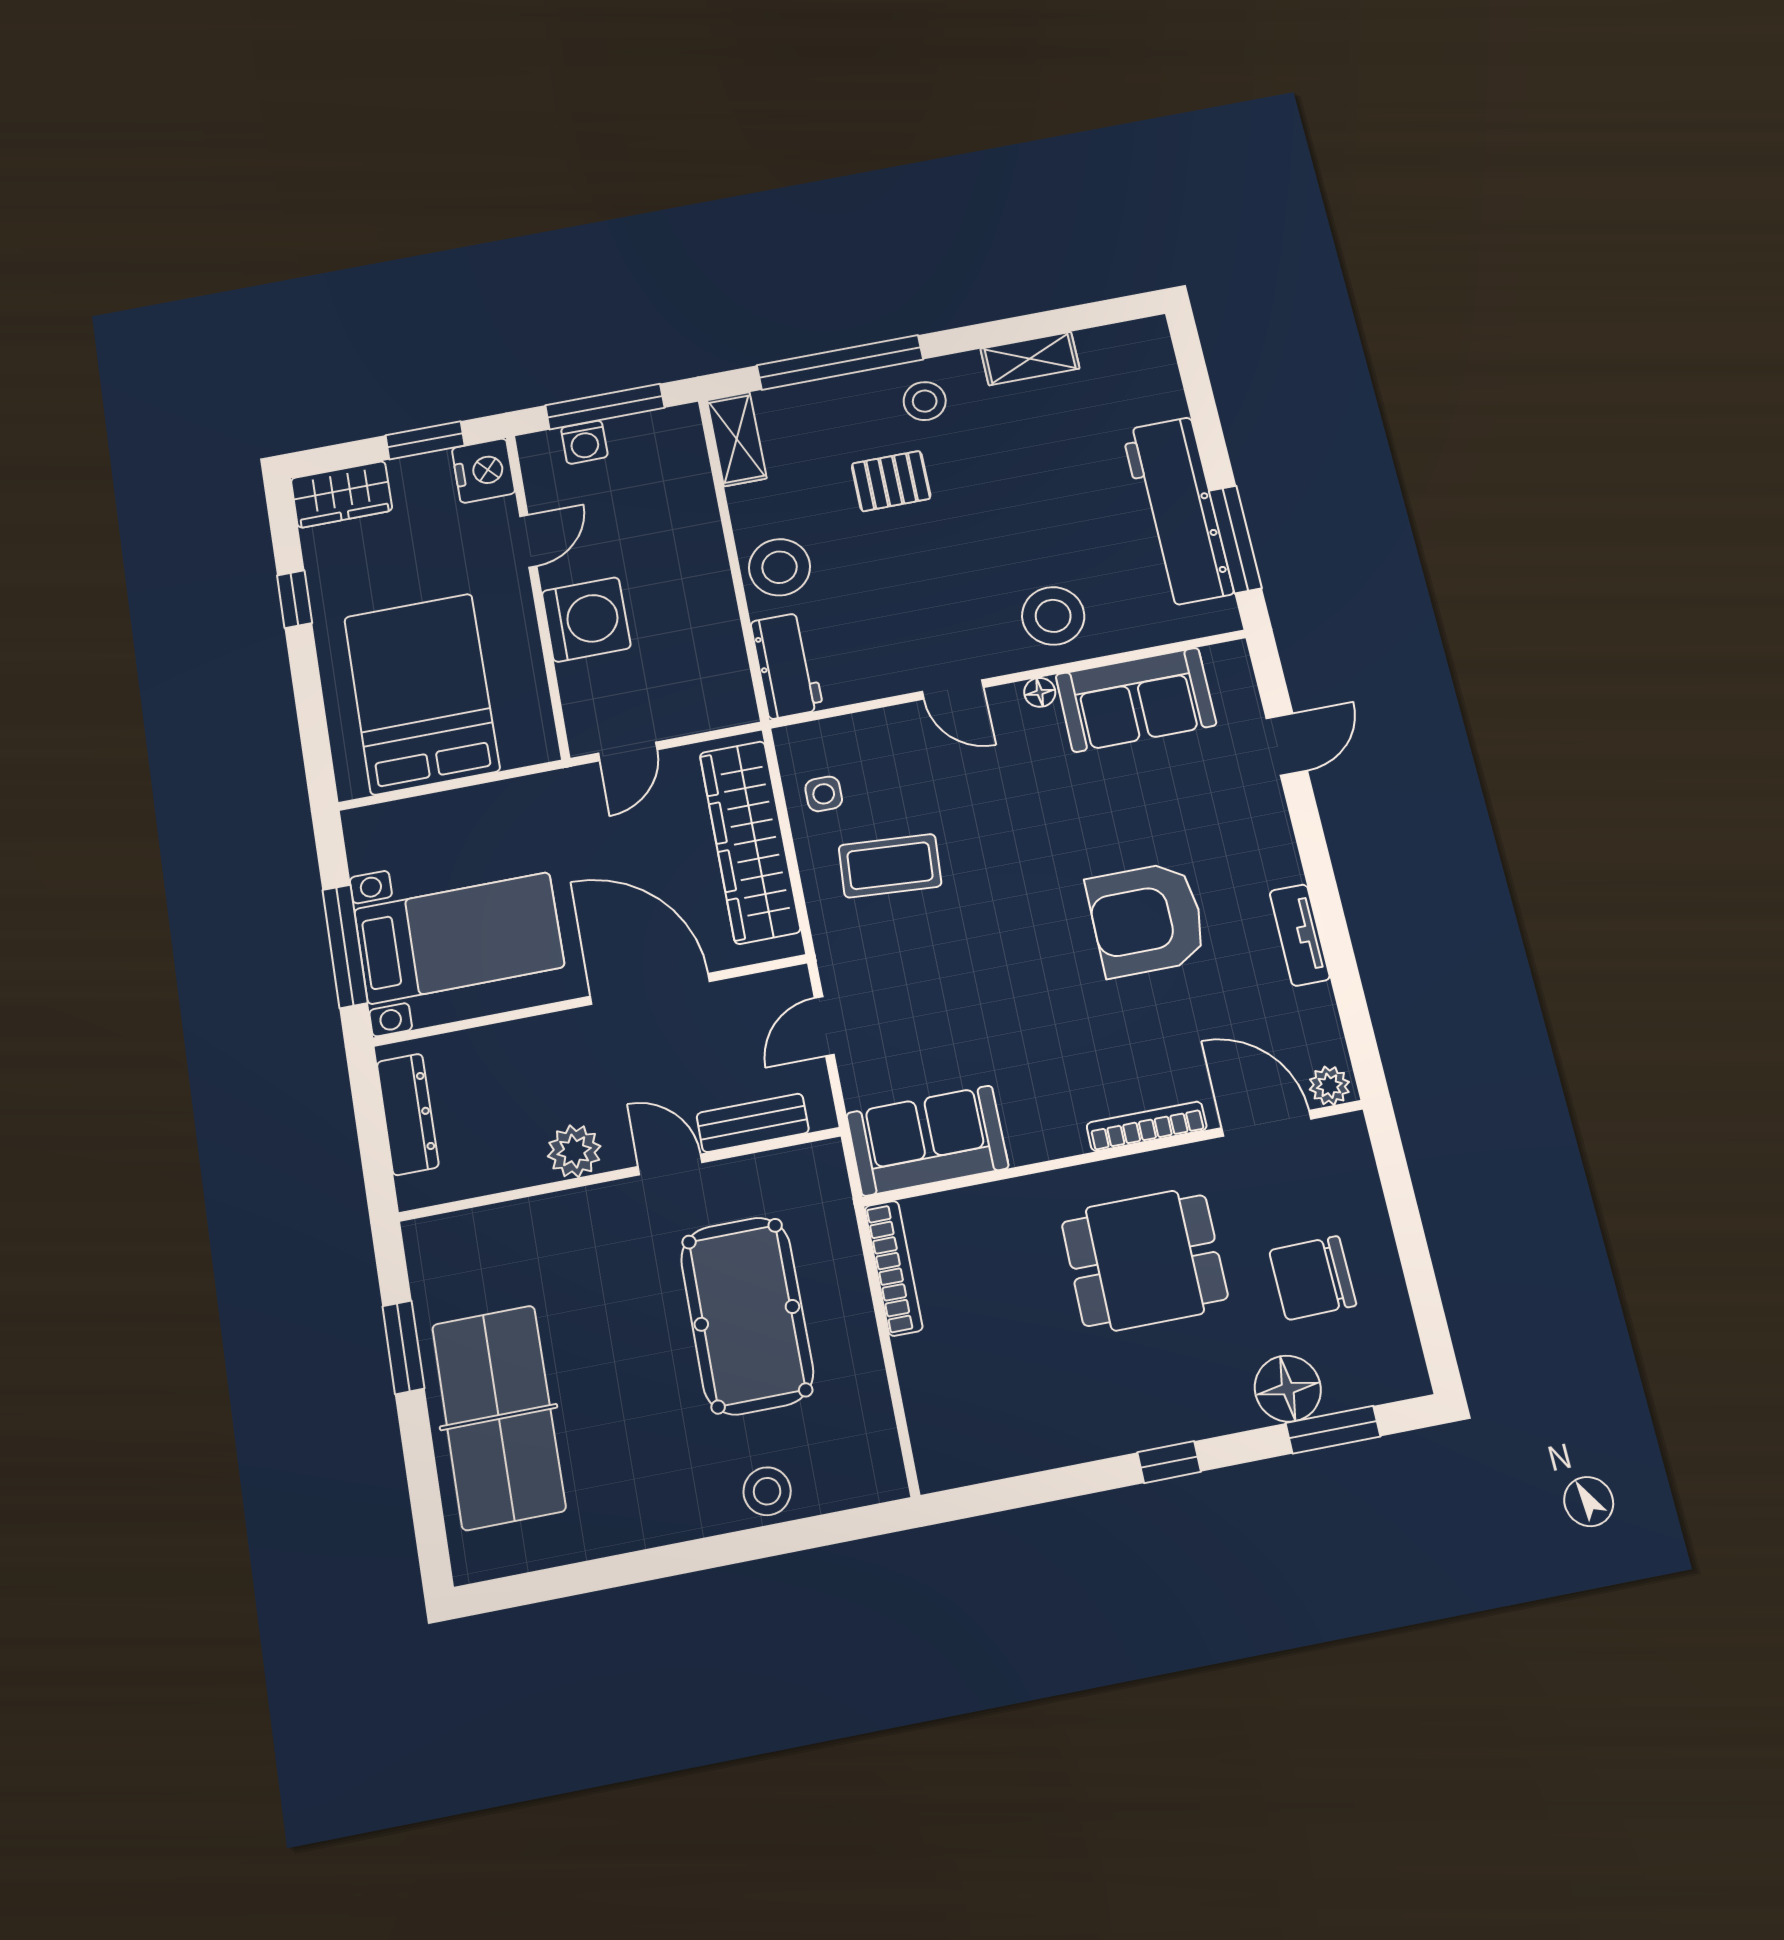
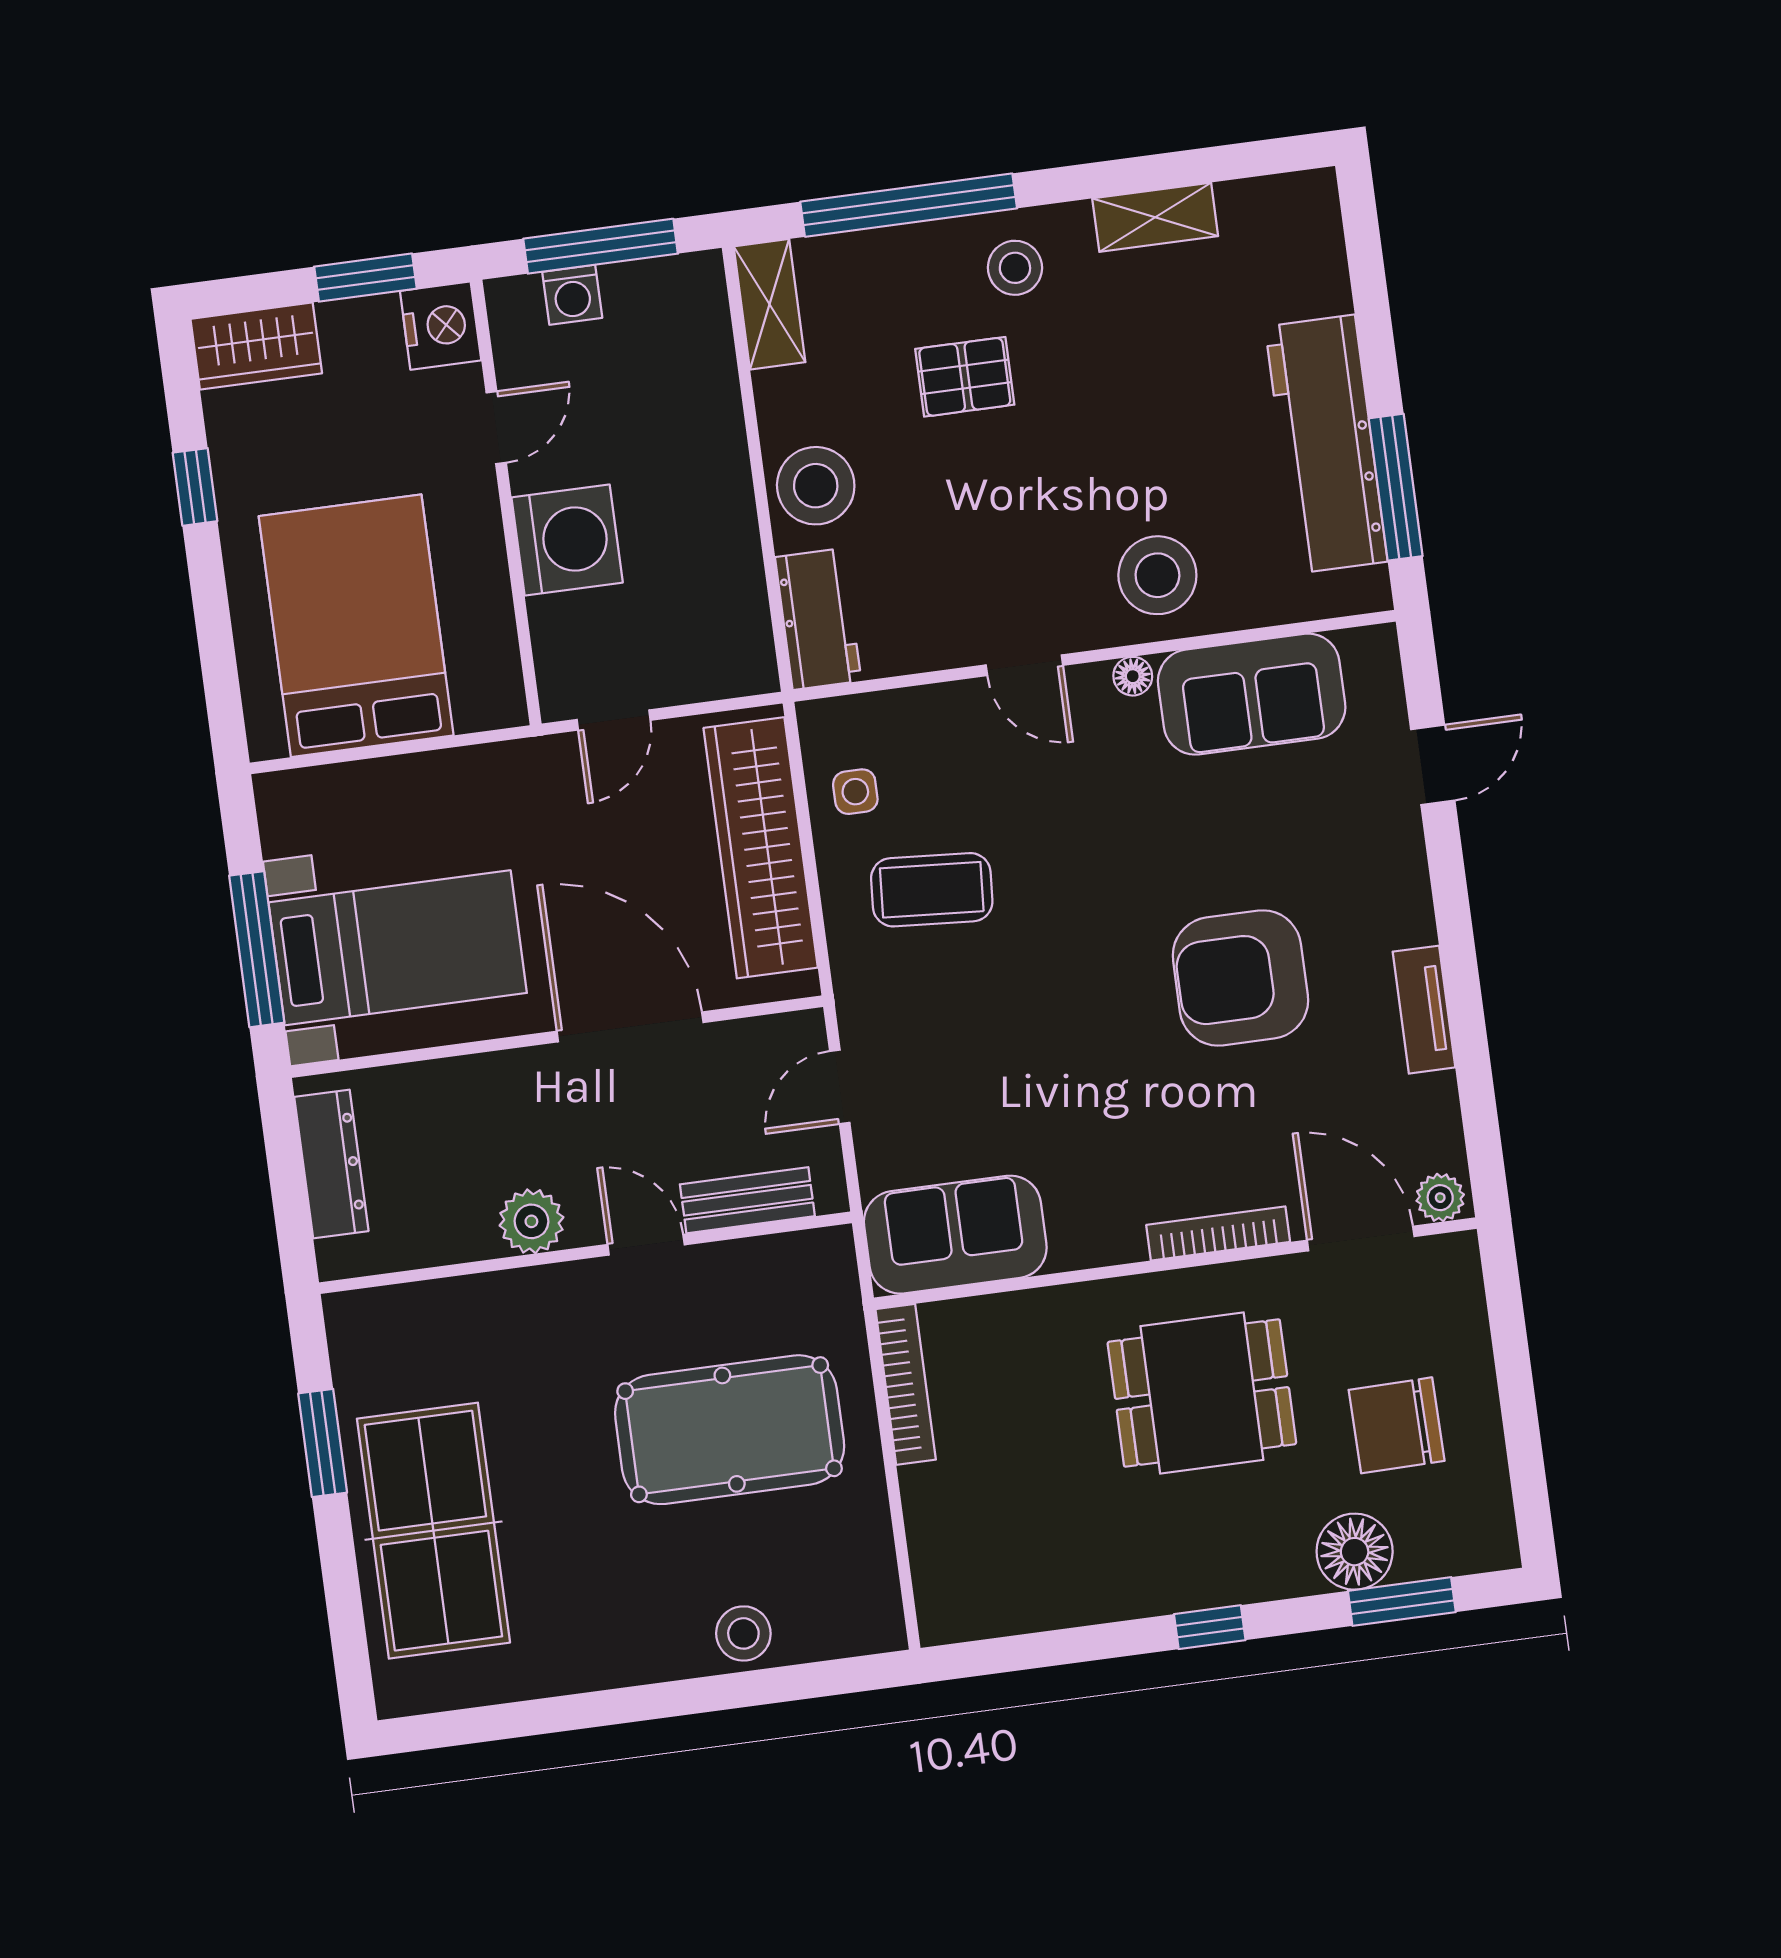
pool table: (747, 1315) -> (730, 1430), turned 90

